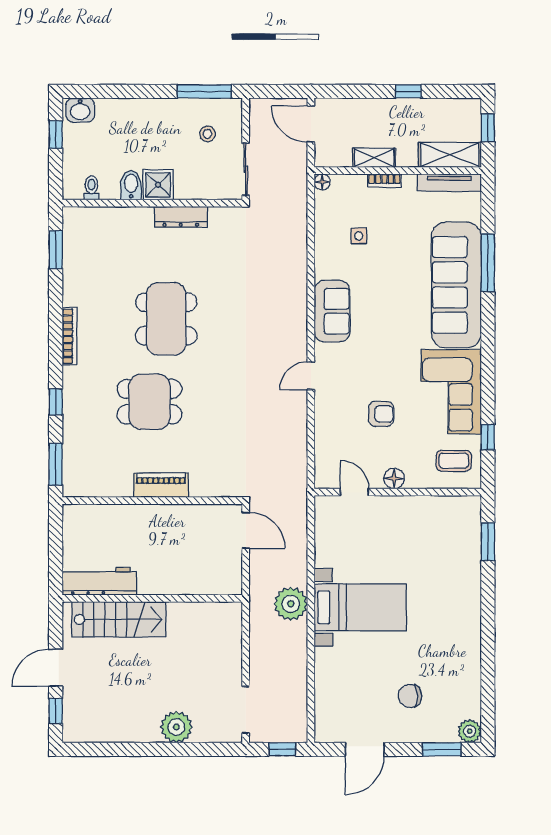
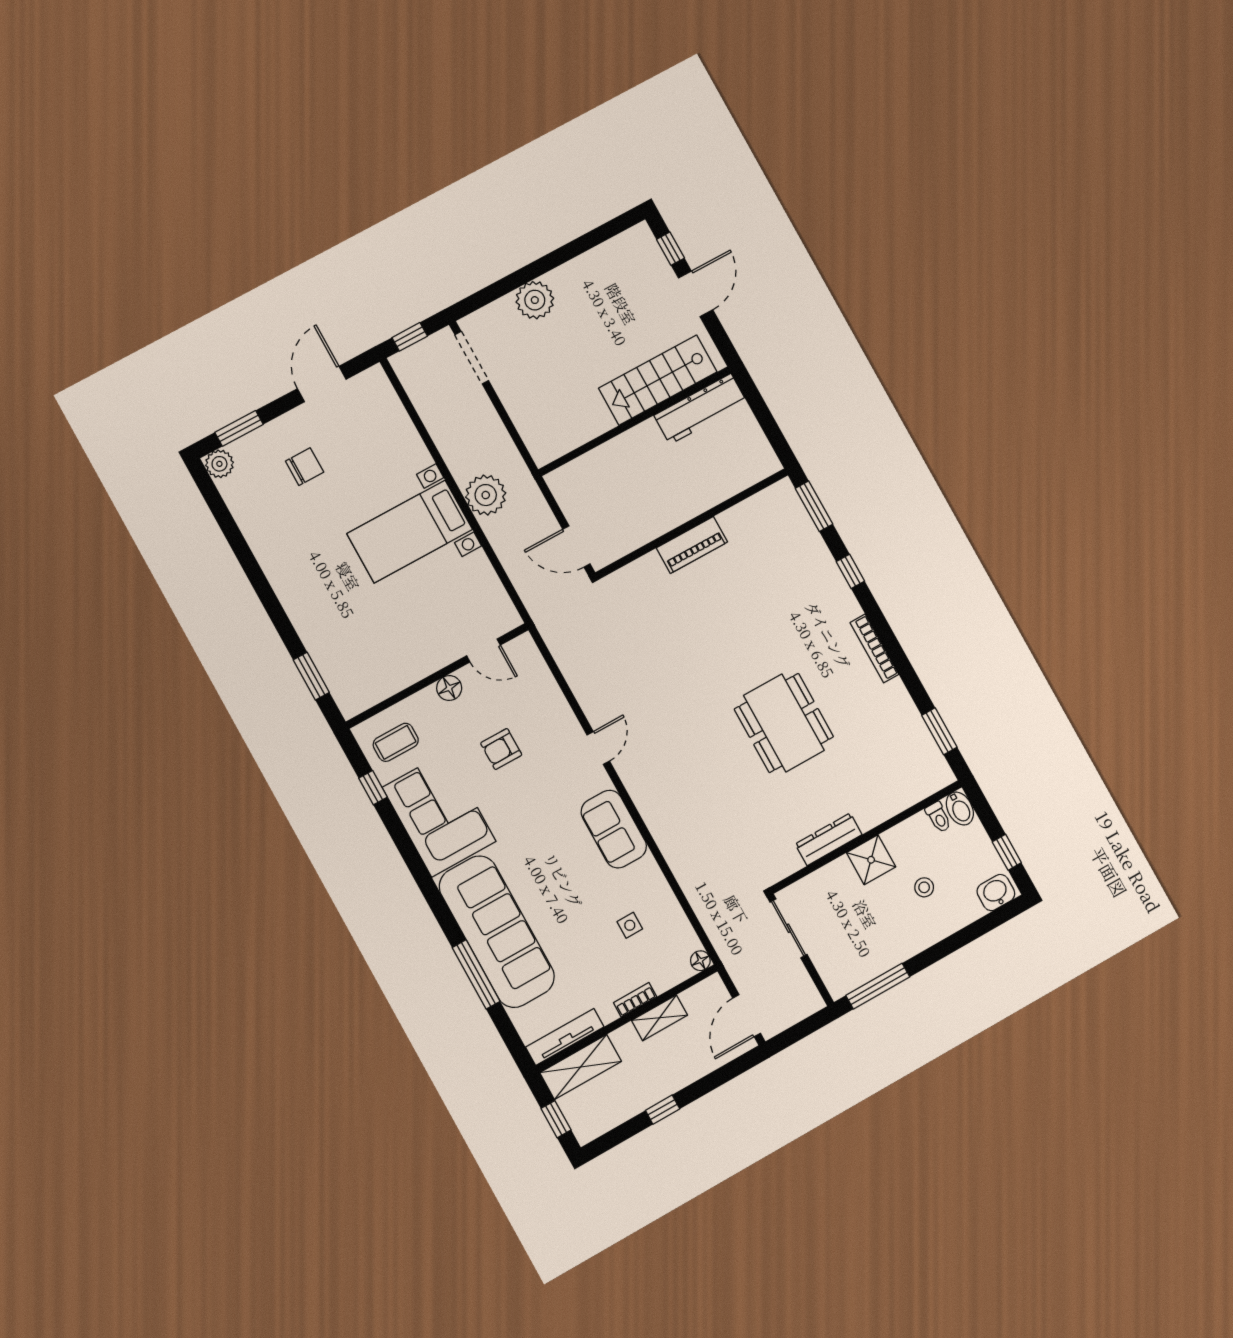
door: (311, 124) -> (747, 1016), swing flipped
stool: (207, 134) -> (924, 887), moved
bidet: (131, 185) -> (960, 808), moved
dining table: (149, 402) -> (753, 626), removed

